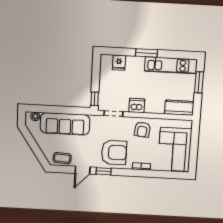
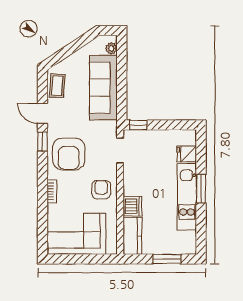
kitchen unit: (171, 65) -> (187, 197), moved
dishwasher: (137, 106) -> (132, 206), moved
armchair: (142, 130) -> (101, 190), turned 84

